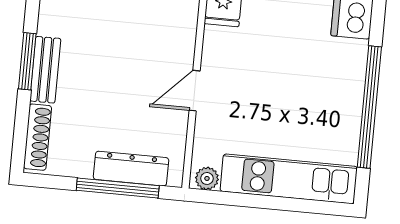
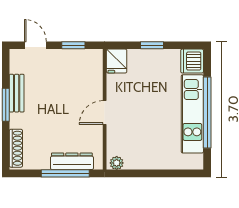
bench: (45, 70) -> (17, 93), moved
kitchen unit: (289, 179) -> (192, 114), moved, turned -90

